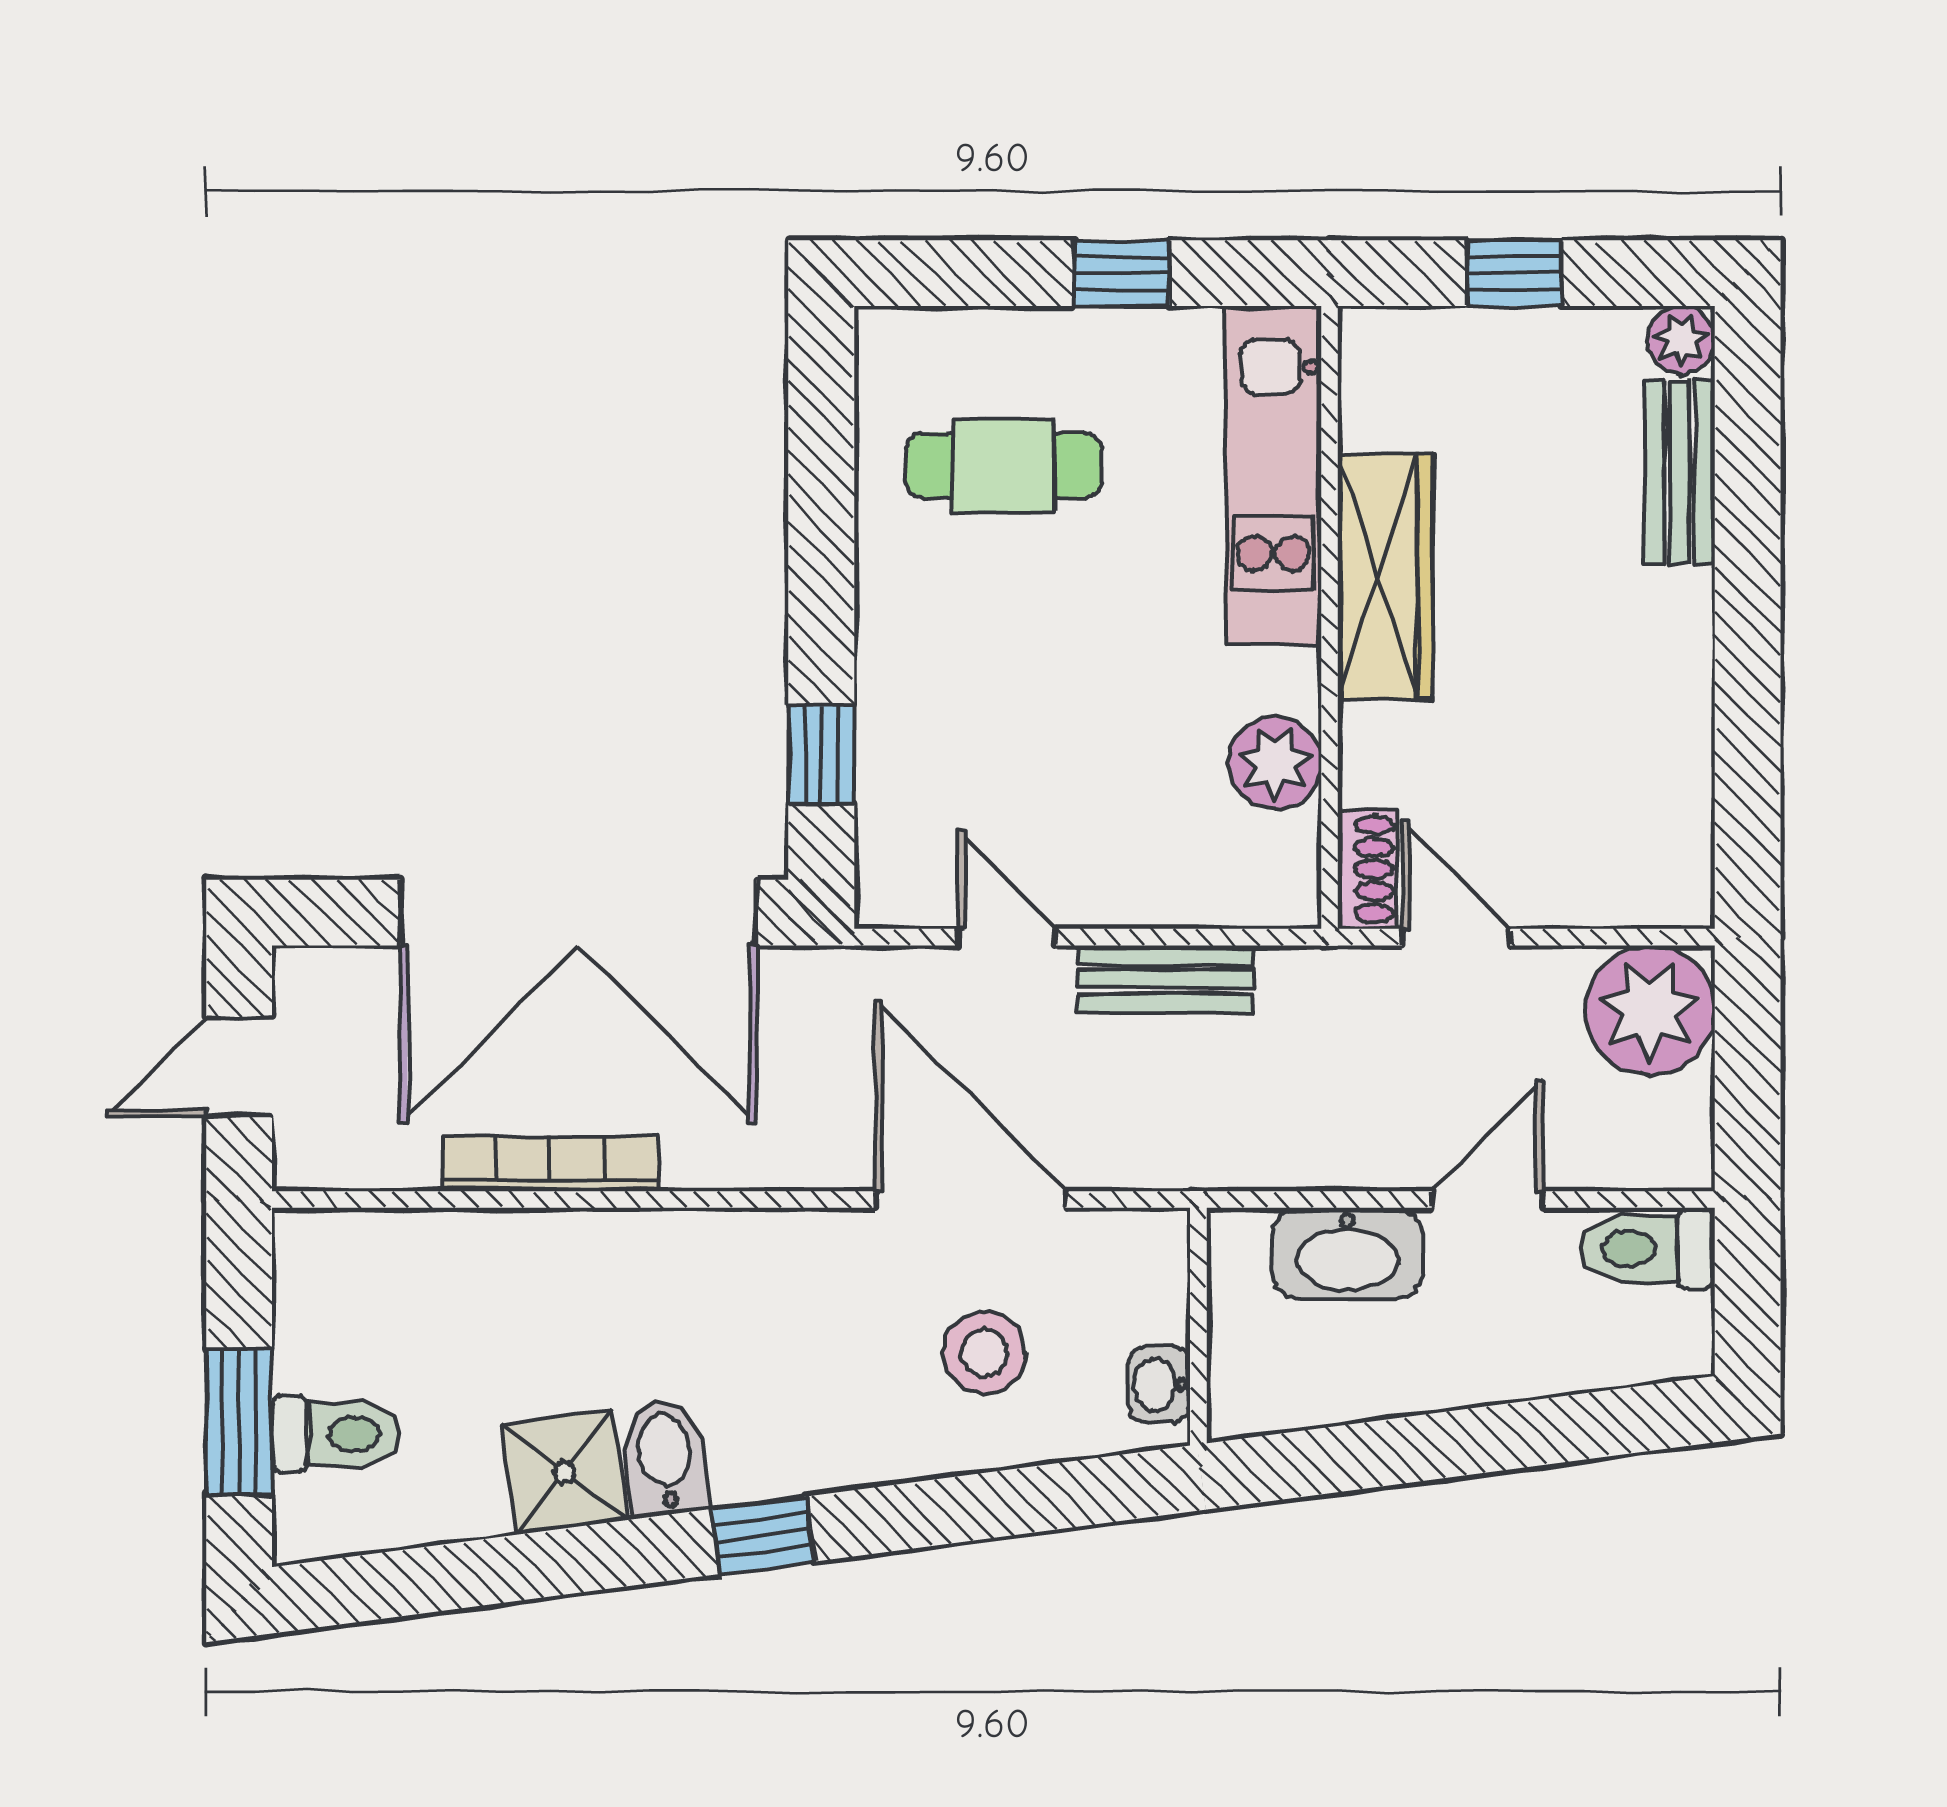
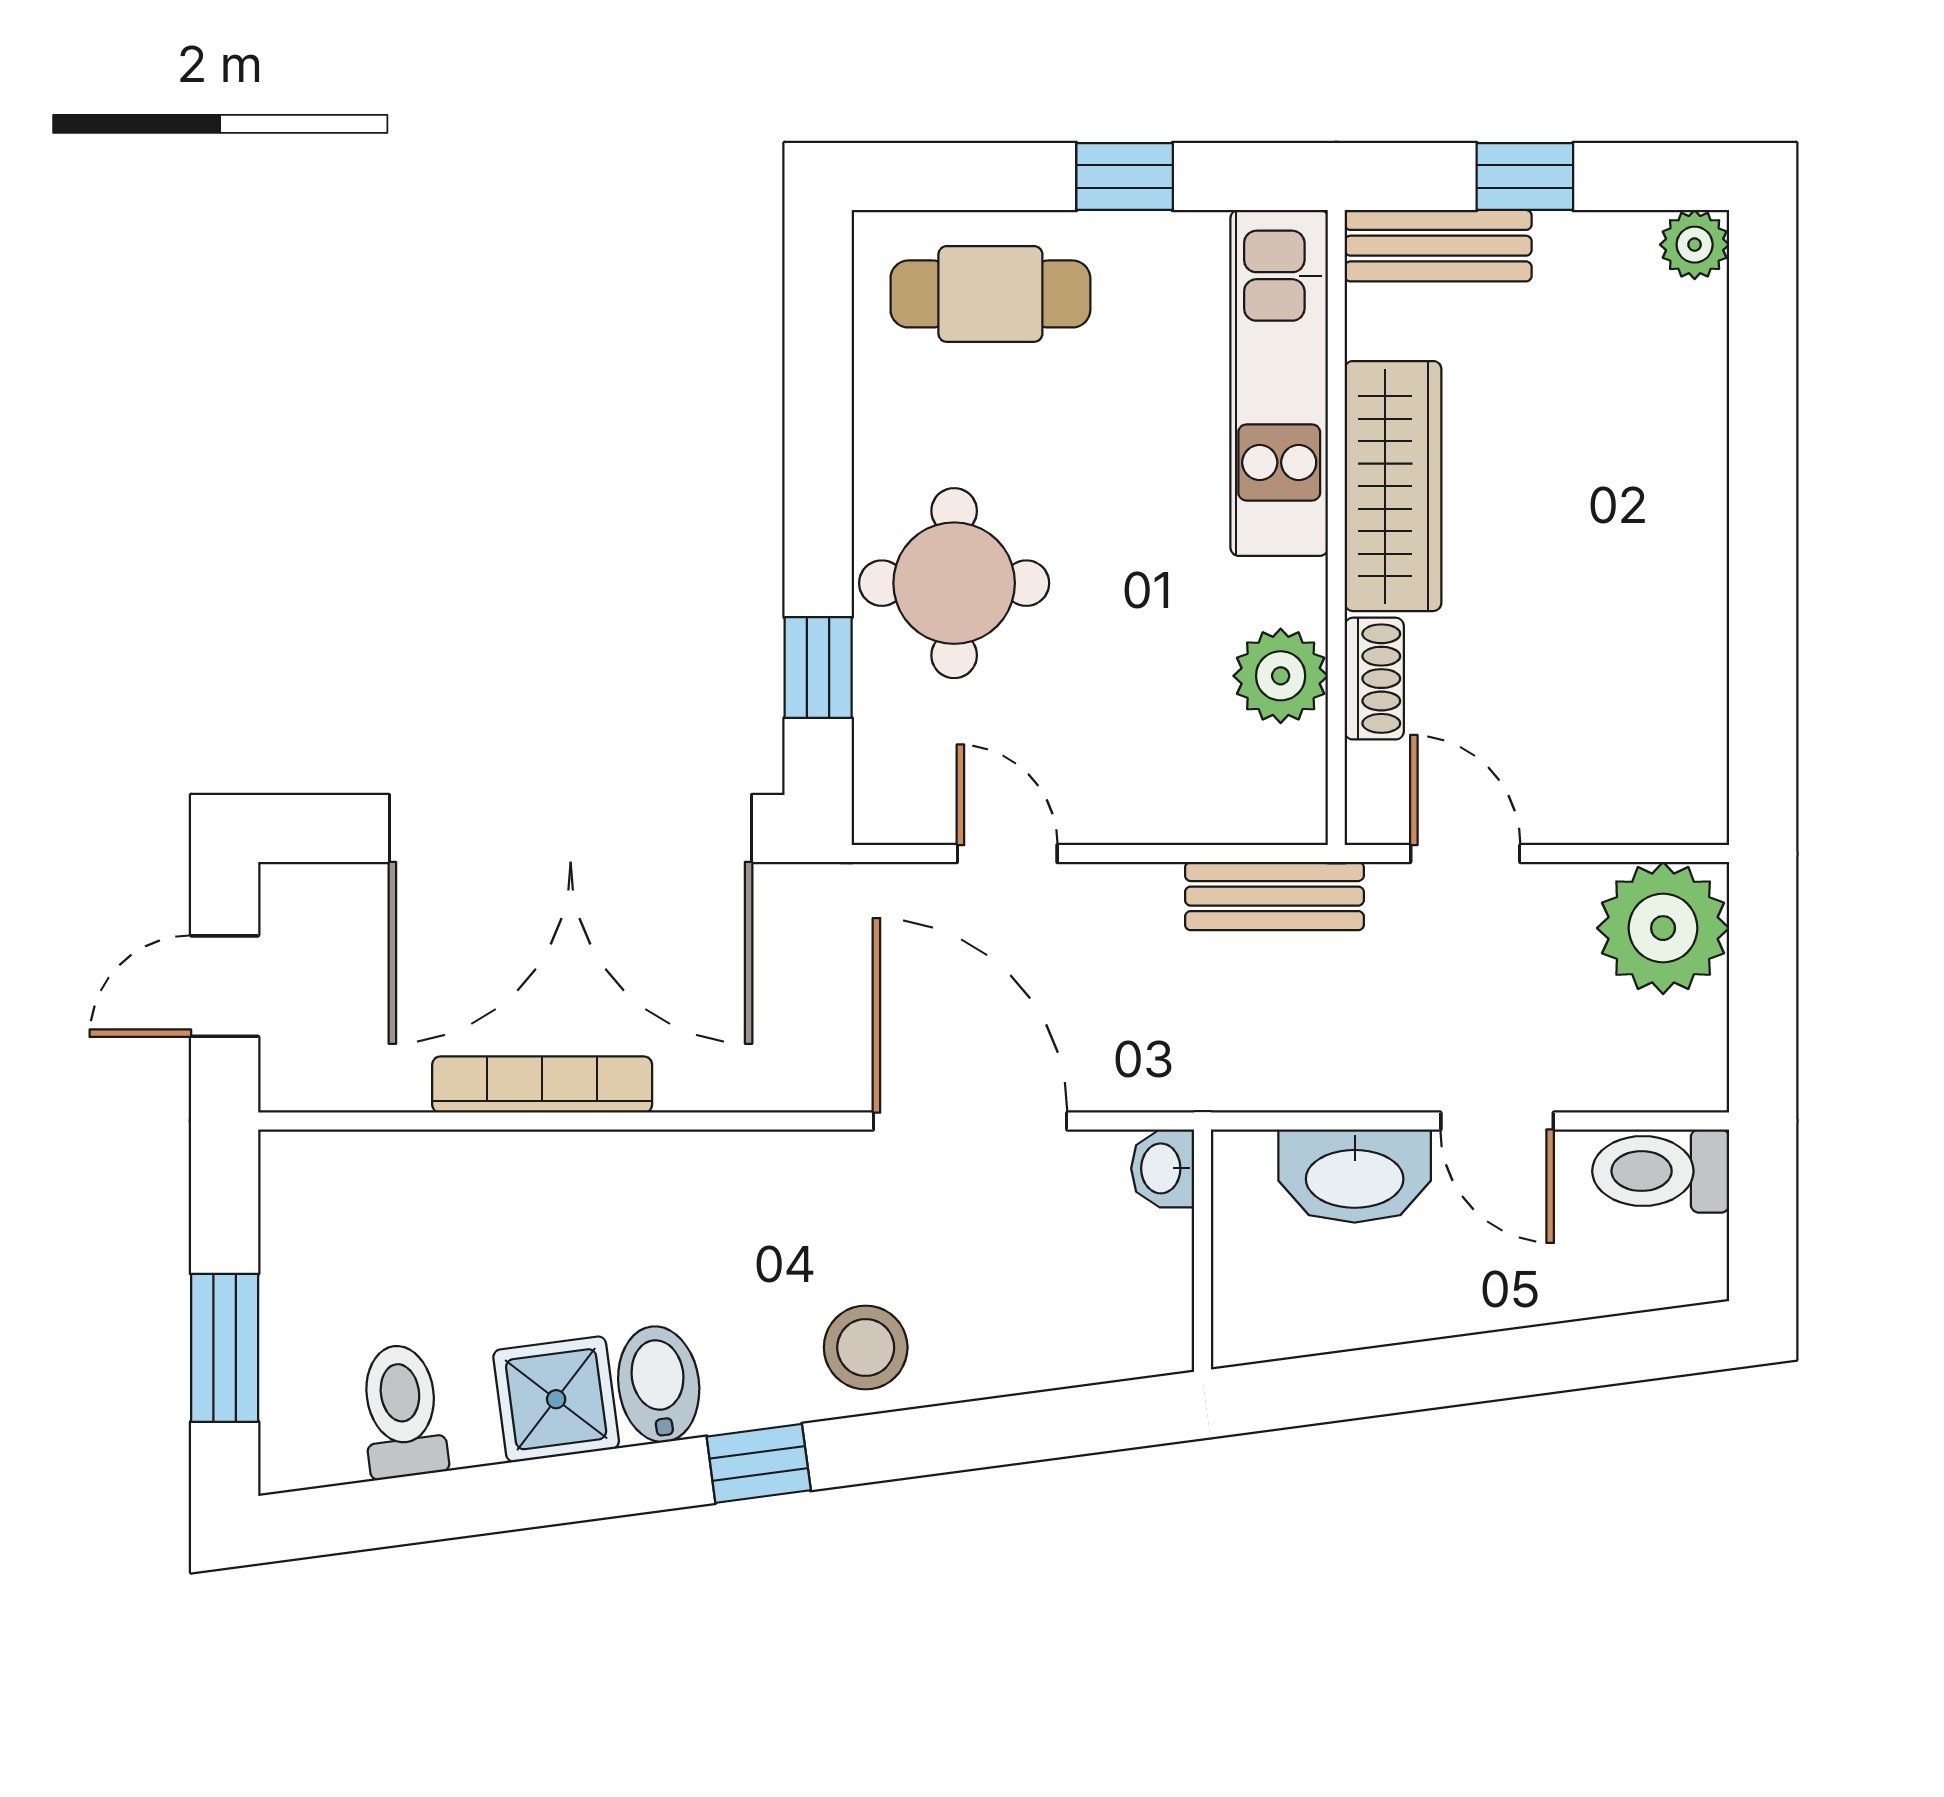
cafe table: (1003, 465) -> (990, 294), moved
bench: (1680, 472) -> (1438, 246), moved, turned 90
round table: (955, 672) -> (954, 583), added
shoe rack: (1367, 869) -> (1374, 679), moved
bench: (1166, 979) -> (1274, 896), moved
door: (1487, 1199) -> (1497, 1121), swing flipped
stool: (984, 1353) -> (866, 1347), moved
washbasin: (1159, 1385) -> (1163, 1168), moved
toilet: (336, 1434) -> (402, 1411), moved, turned -98

